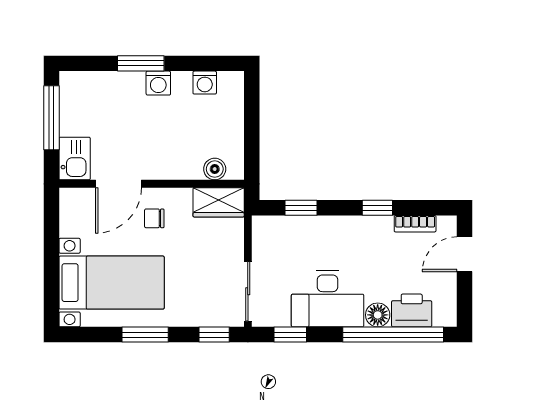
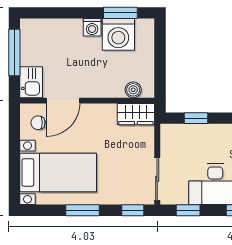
window: (141, 63) -> (120, 13), moved
washing machine: (205, 83) -> (118, 34), width x1.89, depth x1.89
chair: (154, 218) -> (38, 123), moved

